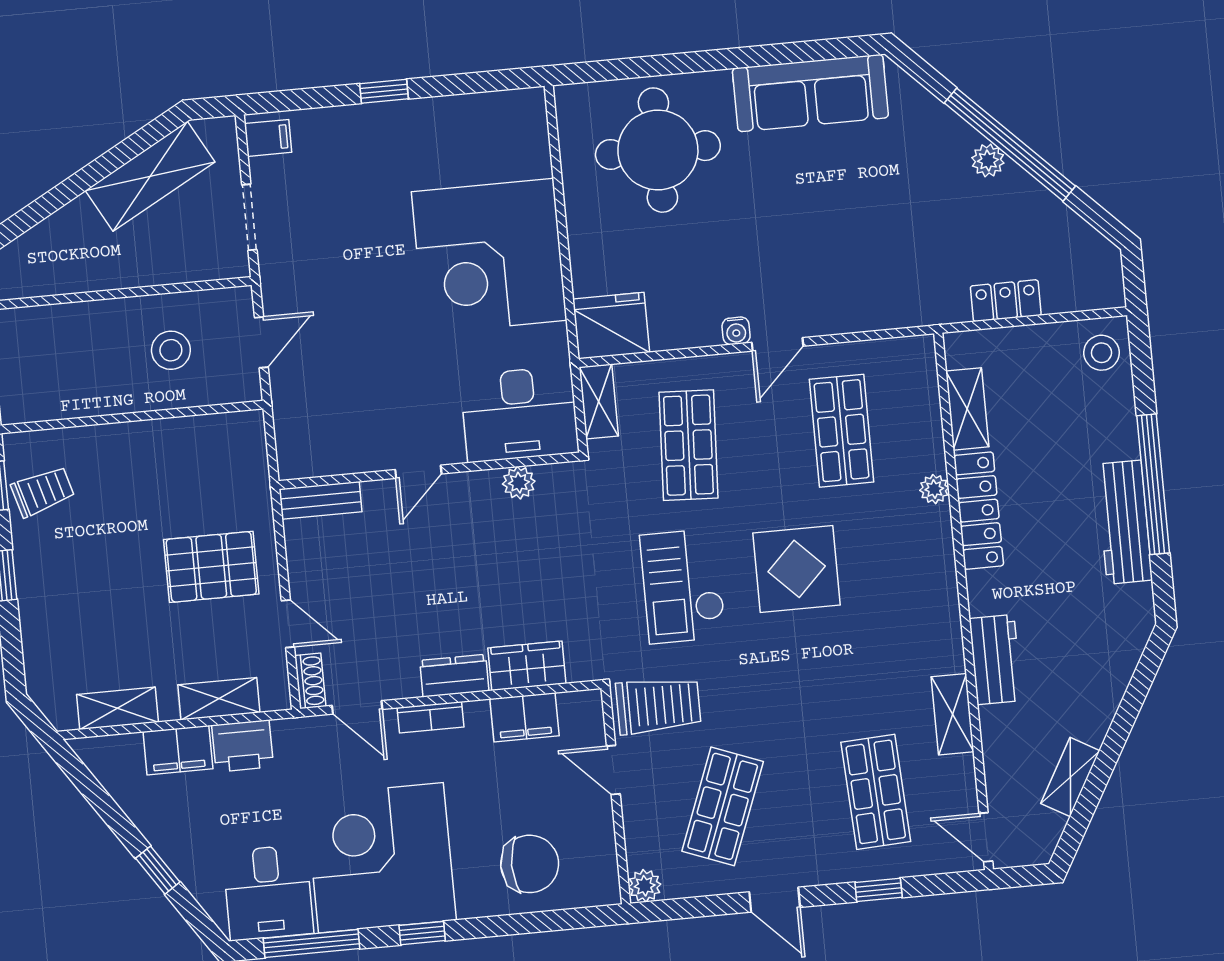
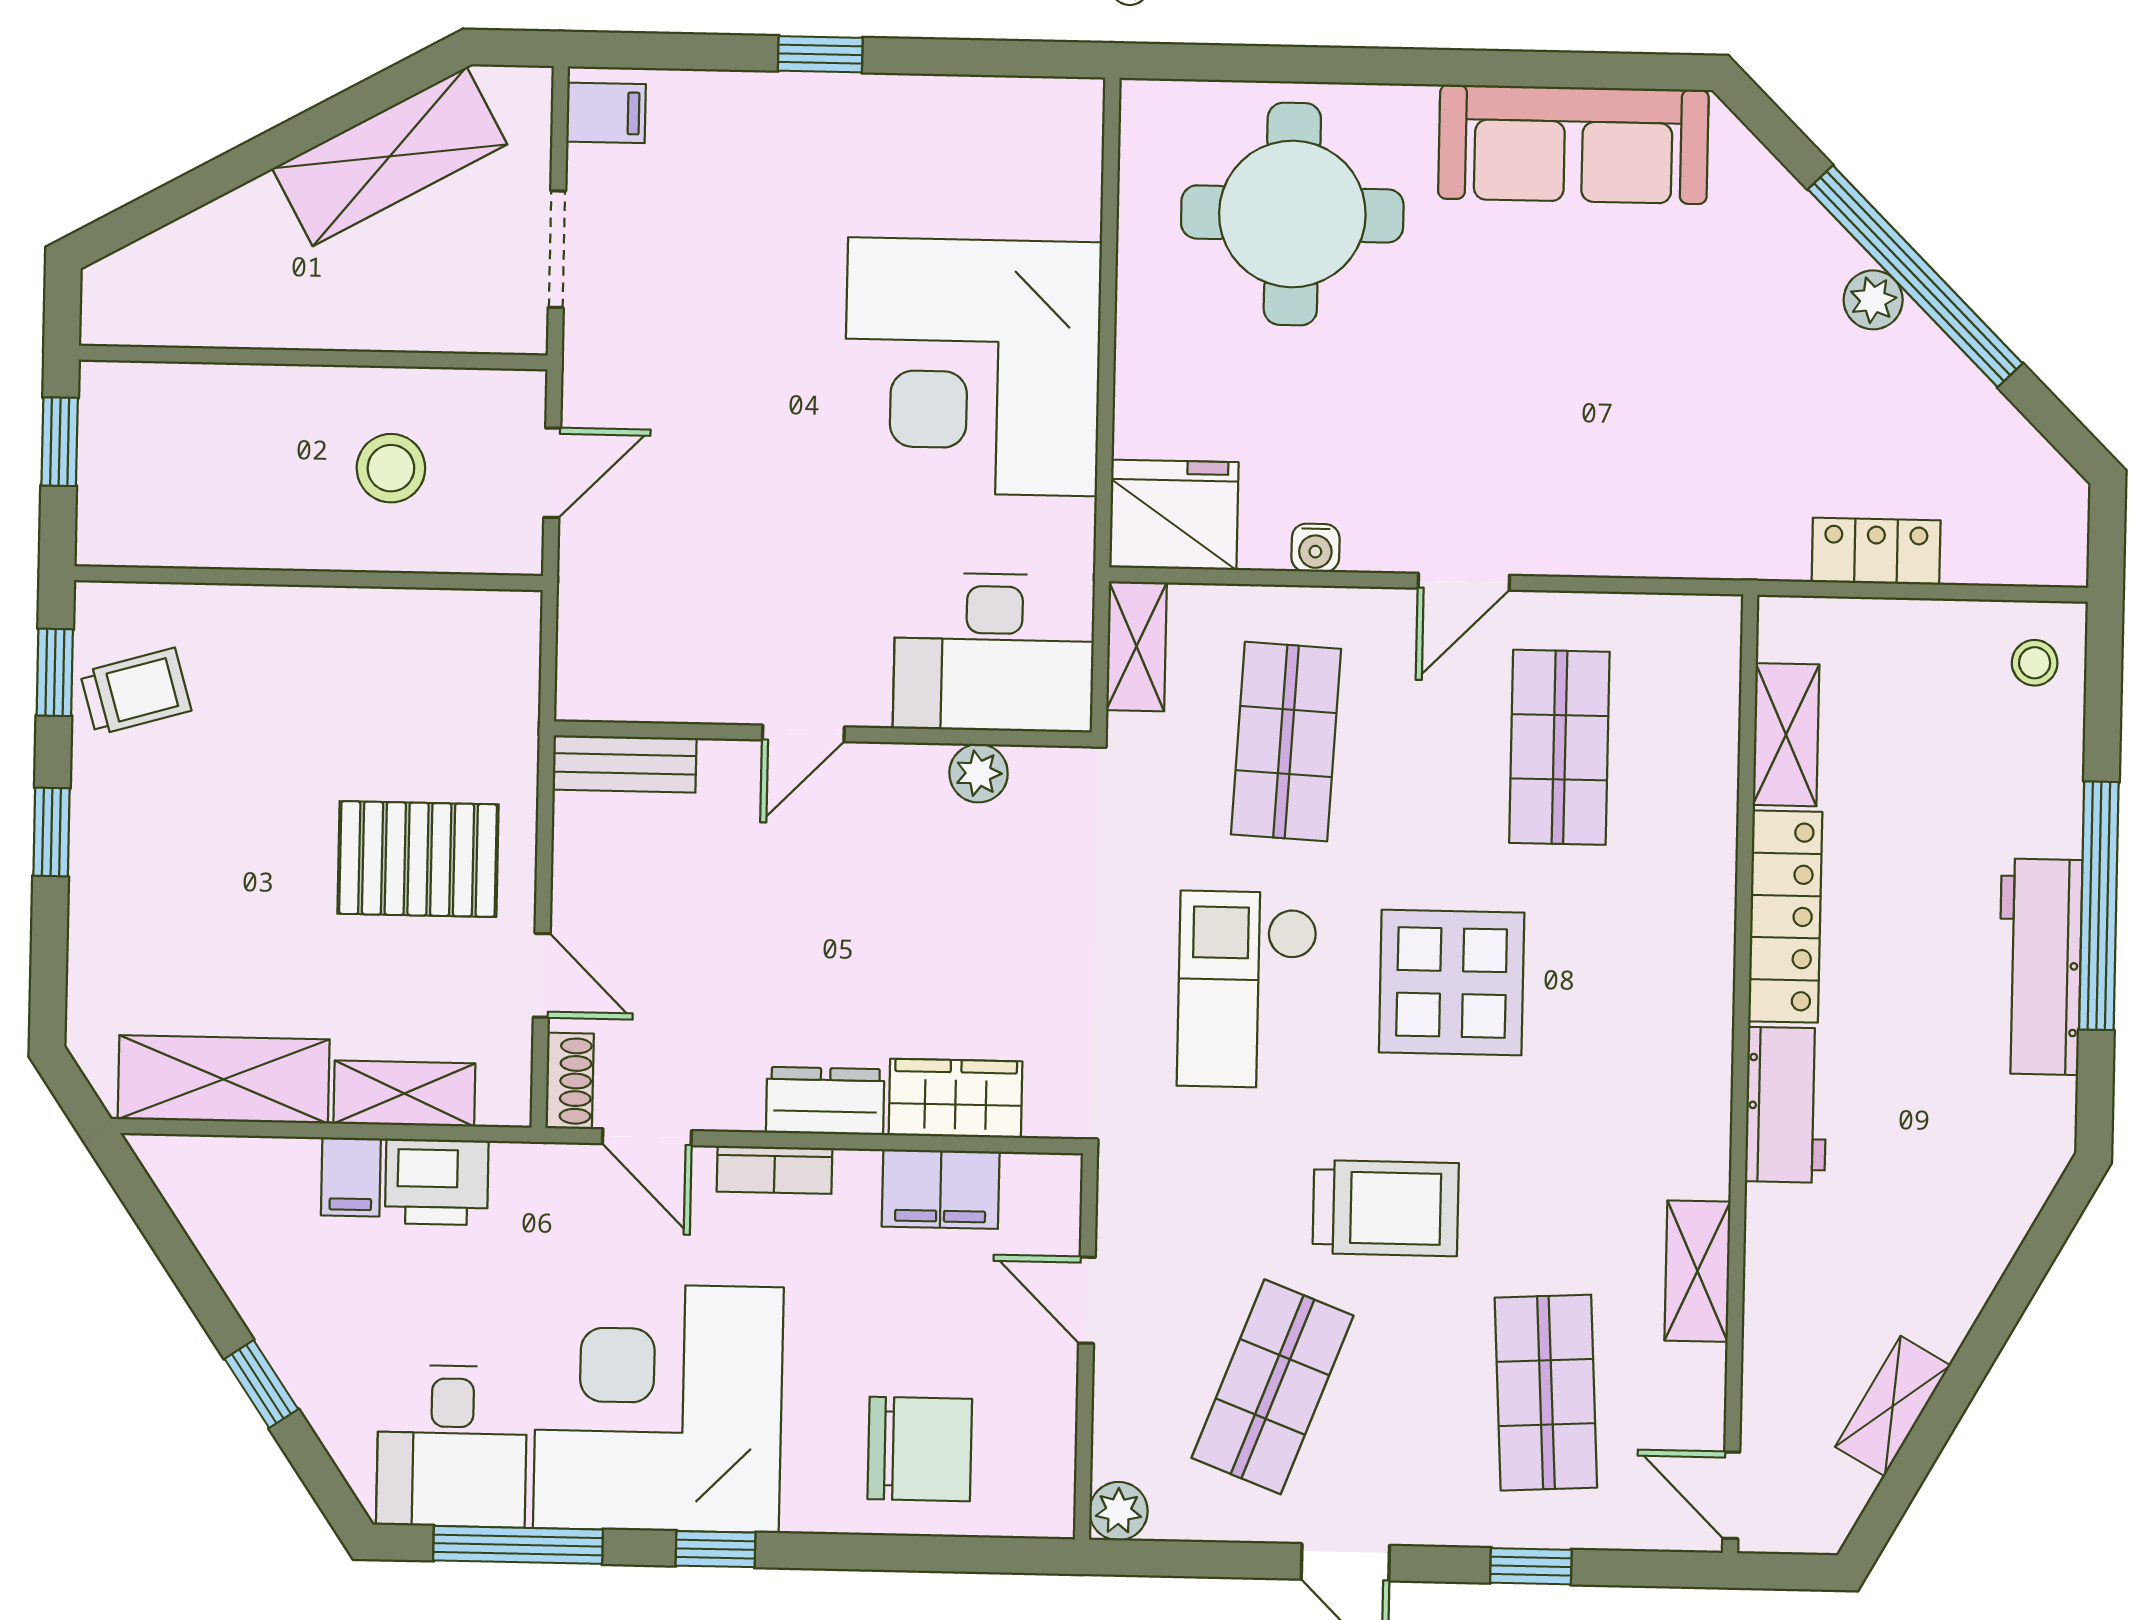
water cooler: (736, 331) -> (1315, 548), moved
stool: (1102, 353) -> (2035, 663), width x0.73, depth x0.73
plant: (934, 489) -> (1711, 869), removed
workbench: (996, 660) -> (1786, 1105), moved
trolley: (658, 705) -> (1386, 1208), moved
shelving: (117, 708) -> (224, 1079), width x1.50, depth x1.33
filing cabinet: (178, 750) -> (351, 1177), width x0.50

